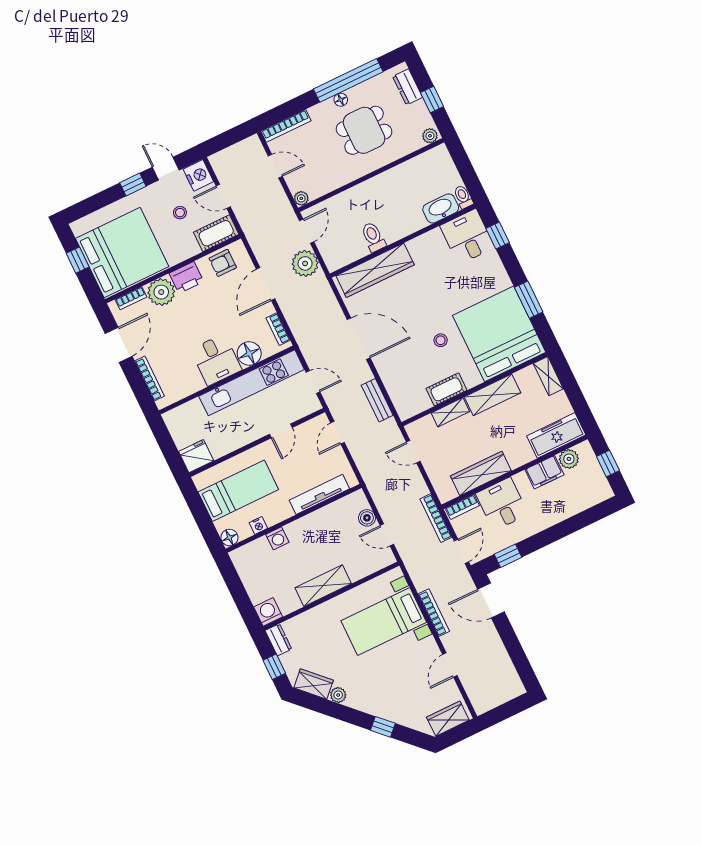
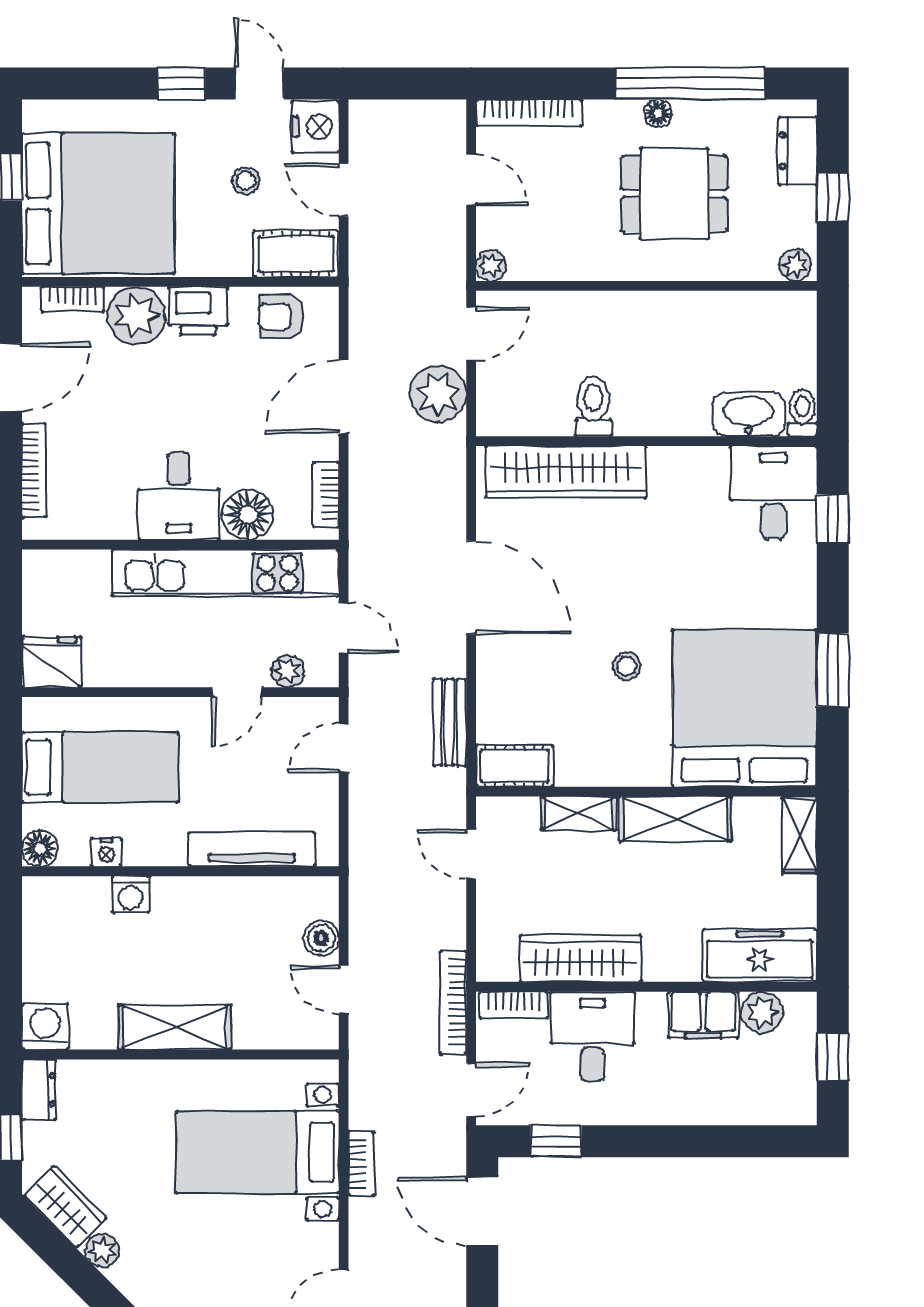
cot: (447, 389) -> (515, 766), moved
plant: (298, 412) -> (288, 671), added
bookcase: (434, 613) -> (361, 1163), width x0.64

